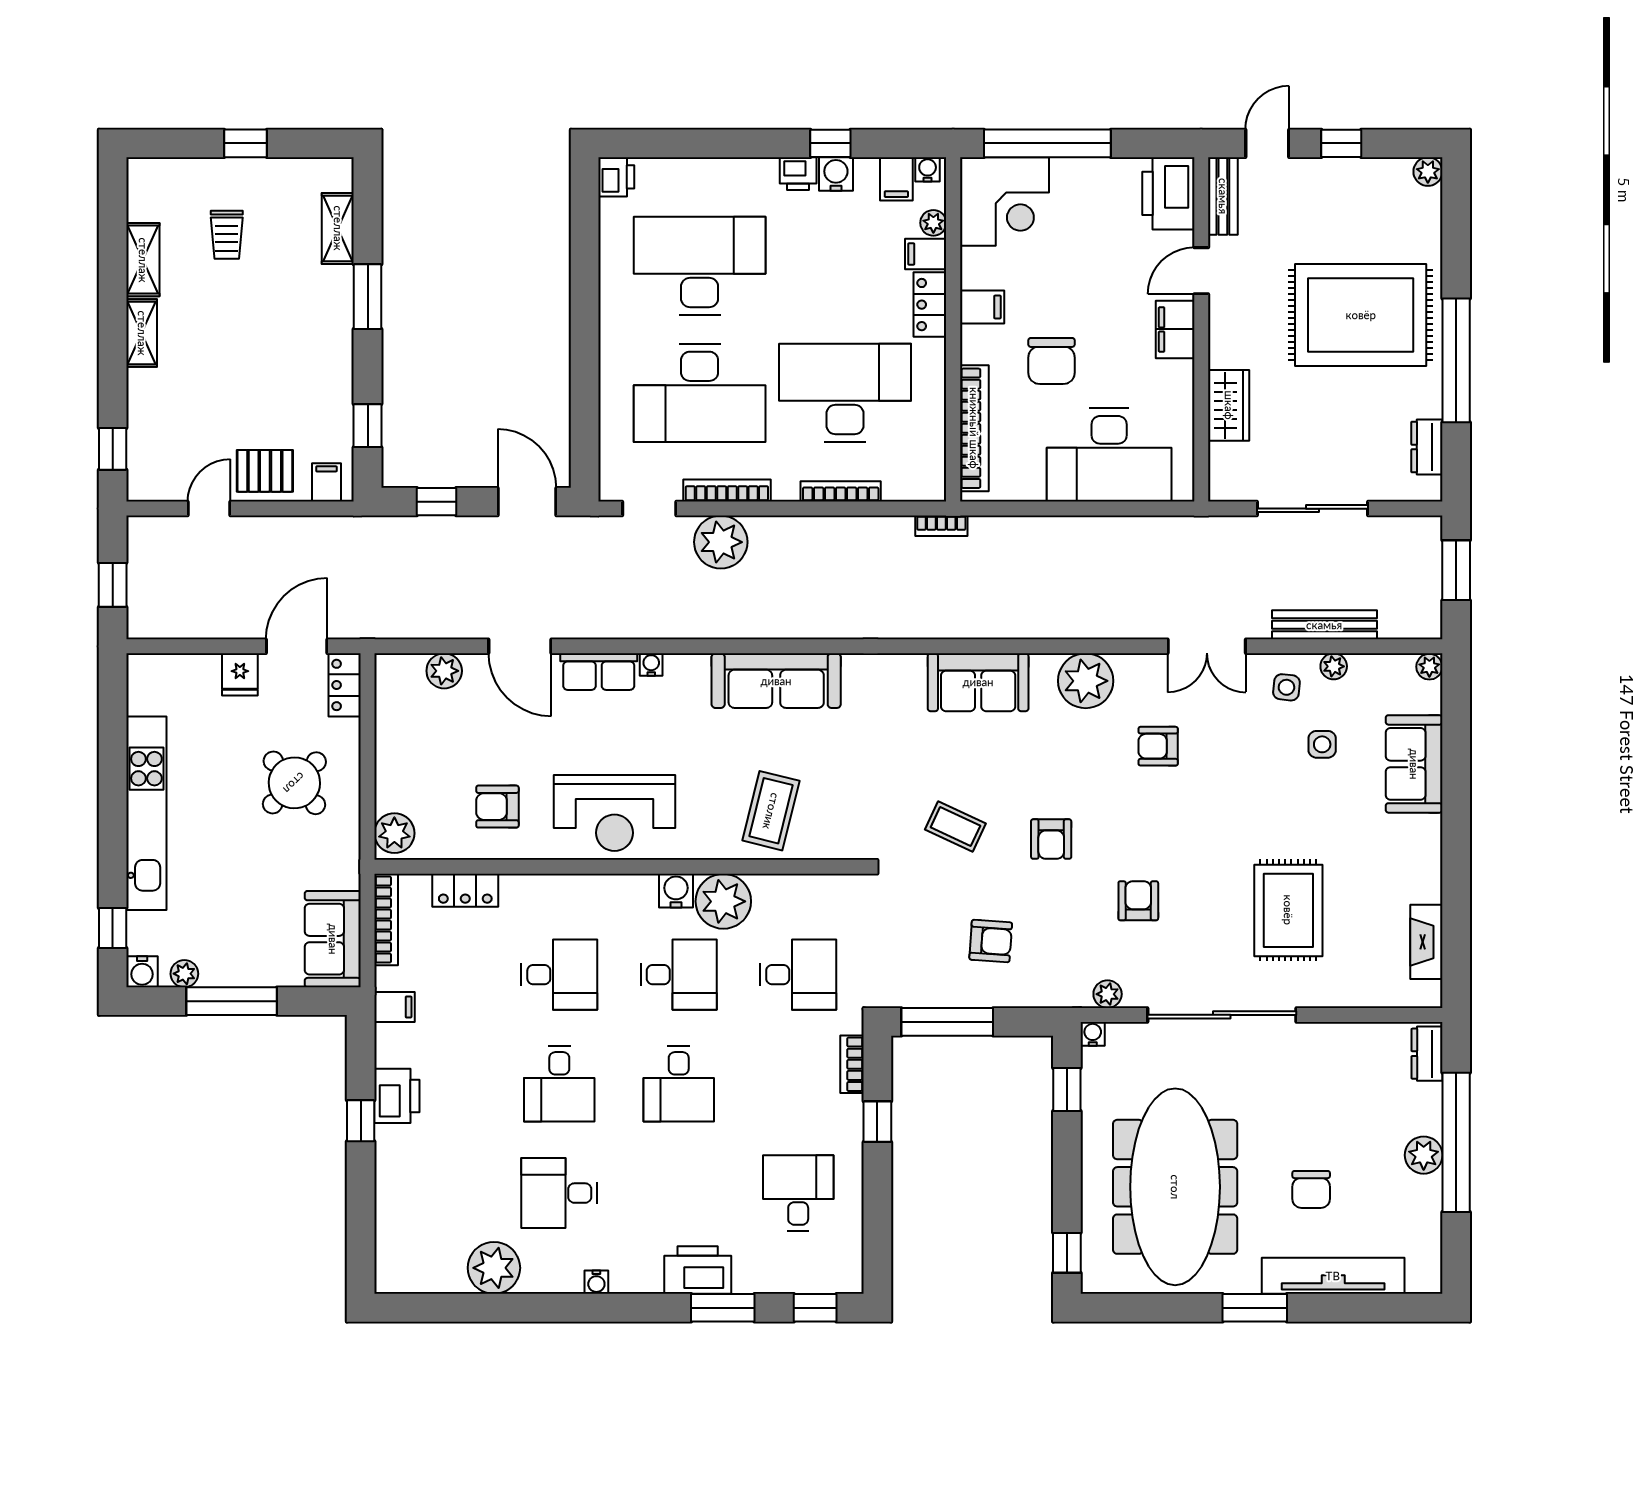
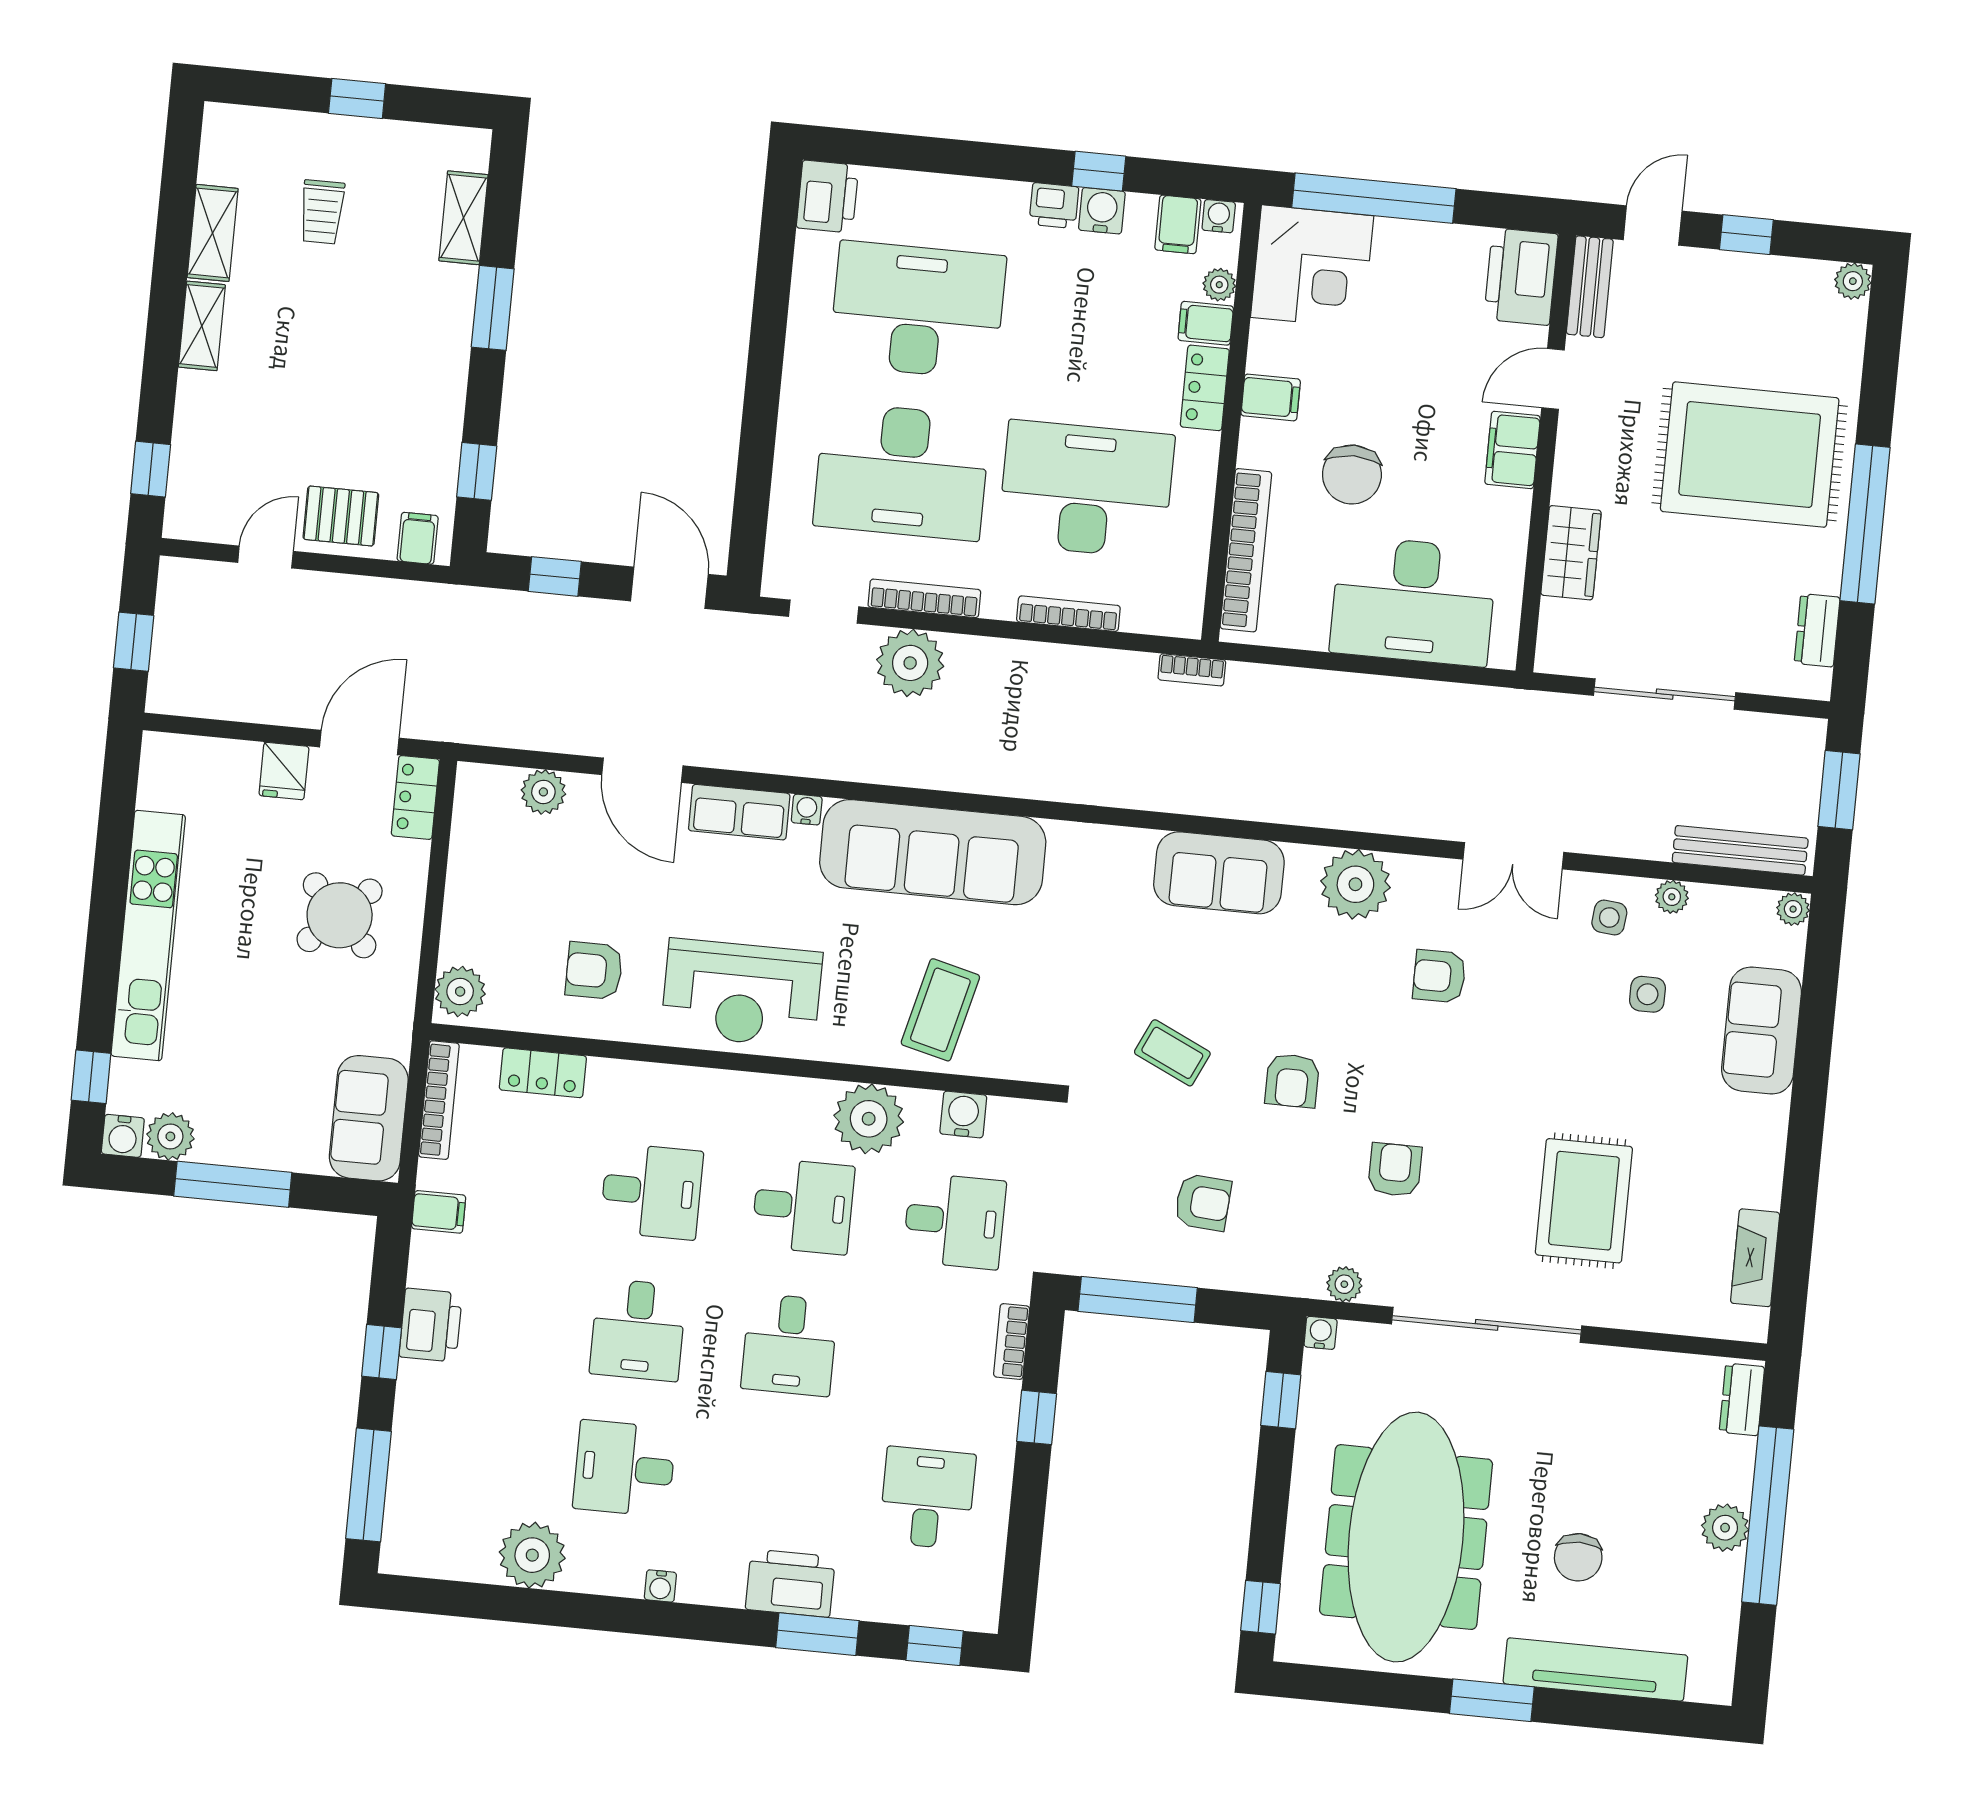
printer: (616, 177) -> (828, 197), width x1.36, depth x1.24
bench: (1324, 625) -> (1740, 850), moved
sofa: (776, 681) -> (933, 852), width x1.36, depth x1.27
water cooler: (676, 891) -> (963, 1114), moved
plant: (184, 974) -> (170, 1136), width x1.38, depth x1.38
window: (361, 1226) -> (368, 1485), added

